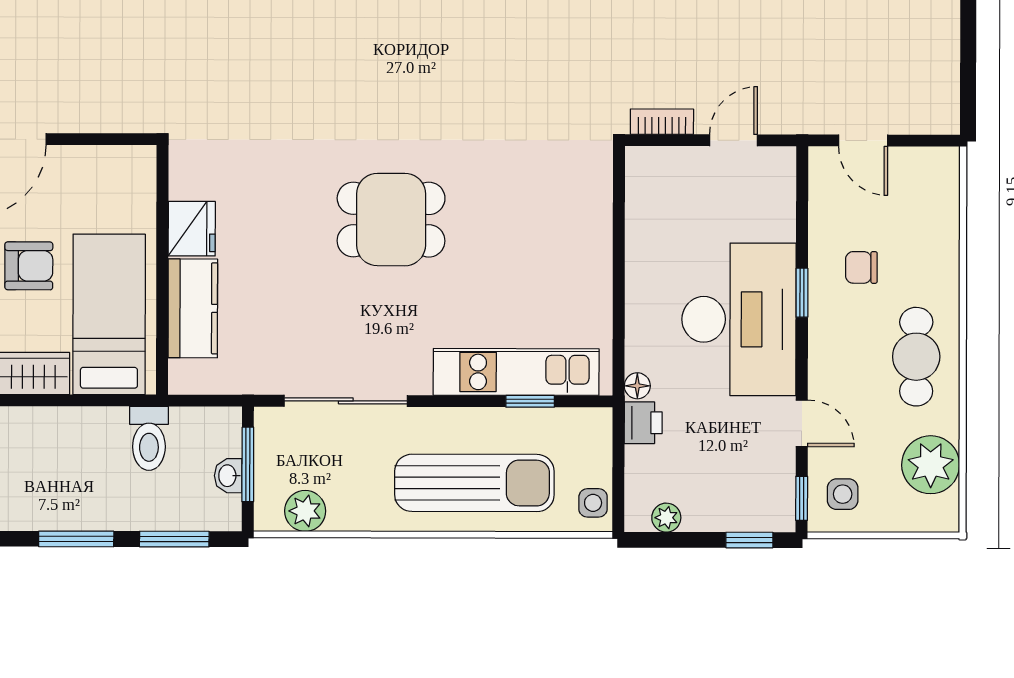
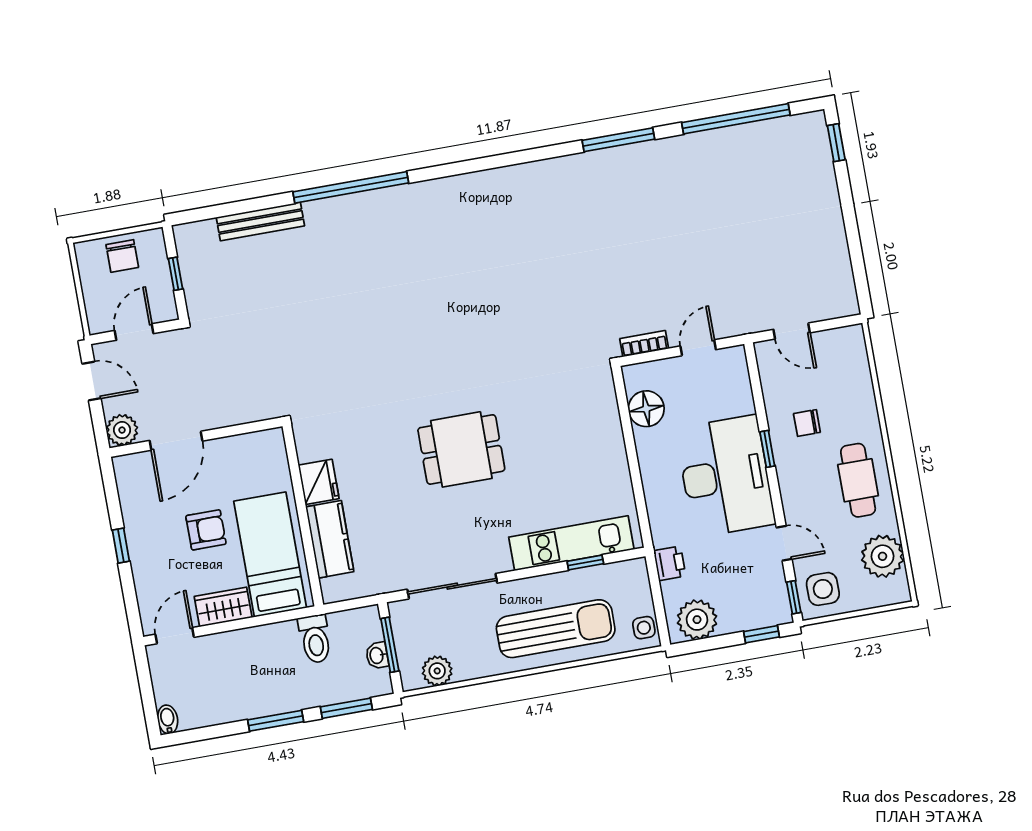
floor lamp: (637, 386) -> (646, 409), moved, width x1.89, depth x1.89
side table: (843, 494) -> (823, 589), width x1.37, depth x1.37
plant: (666, 518) -> (697, 620), width x1.87, depth x1.87

